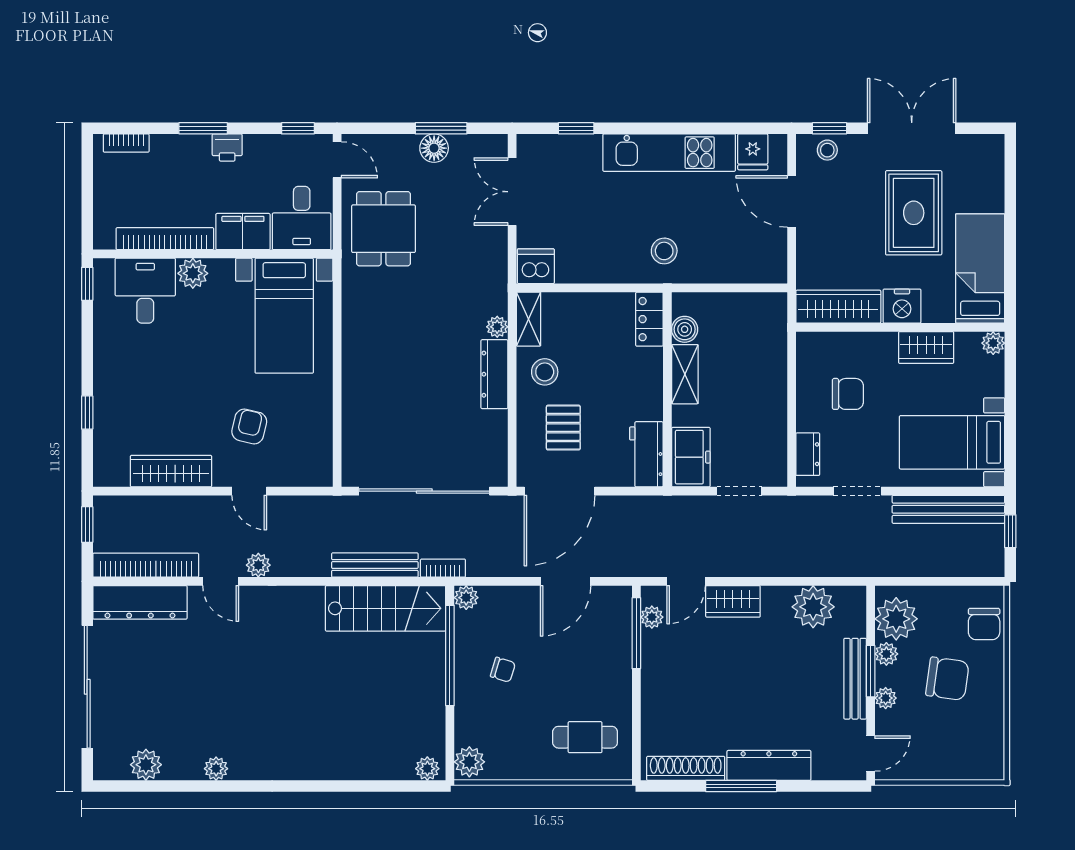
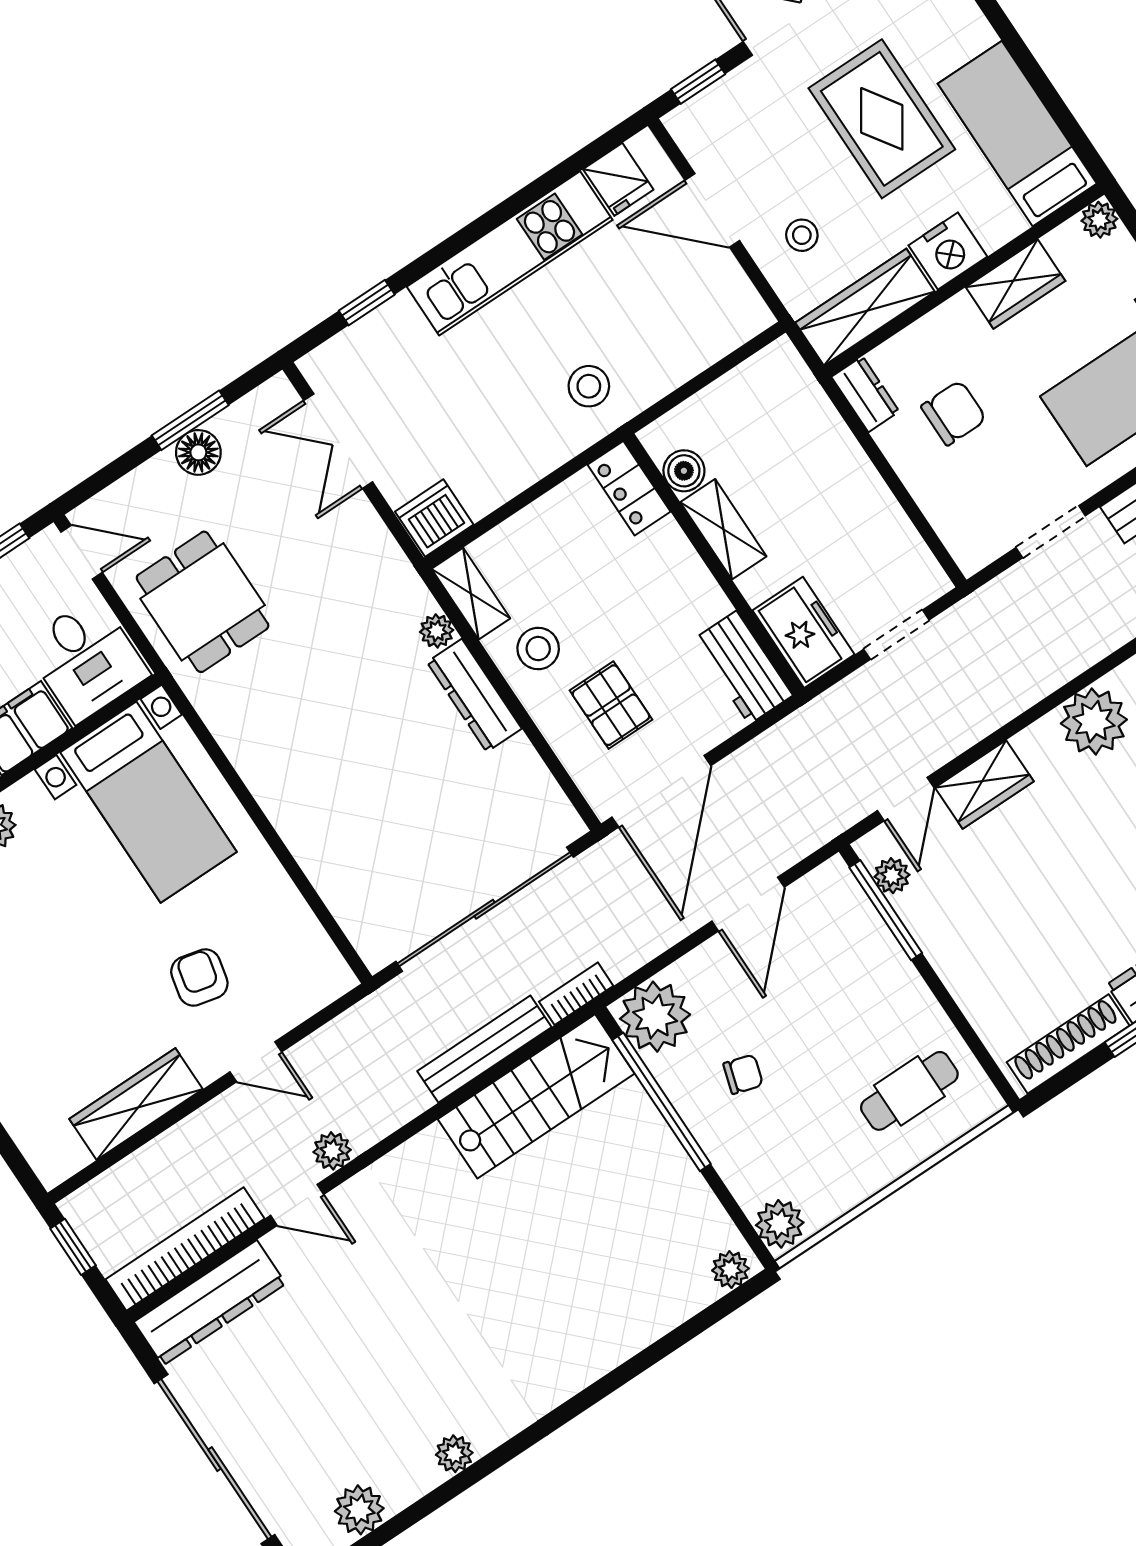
stool: (827, 150) -> (802, 235), moved
dresser: (808, 454) -> (865, 394), moved
plant: (466, 598) -> (655, 1017), width x1.87, depth x1.87

